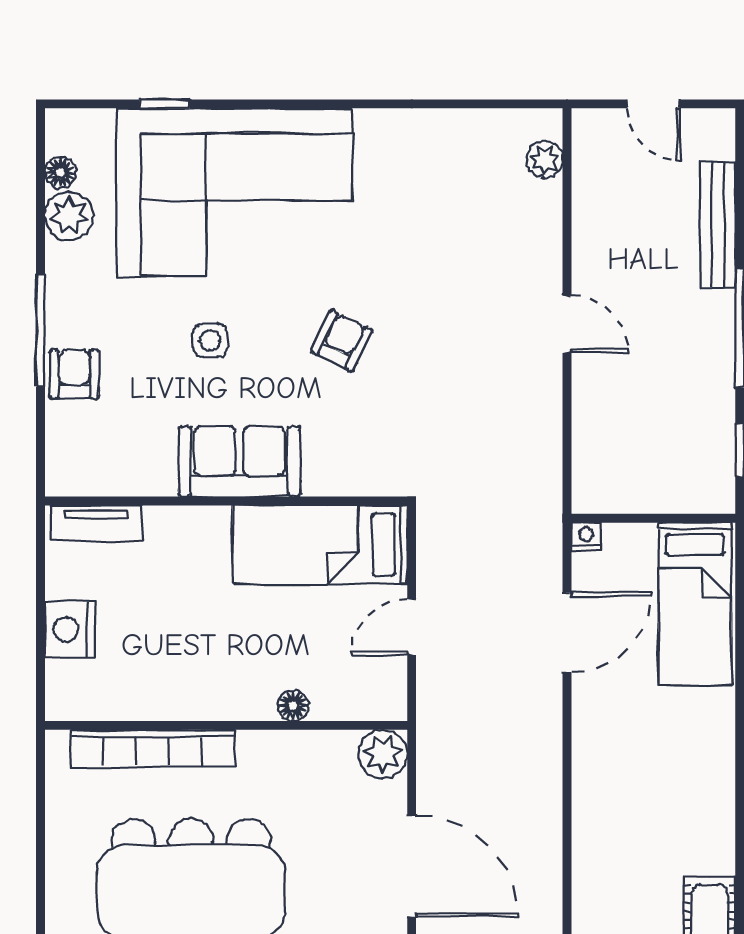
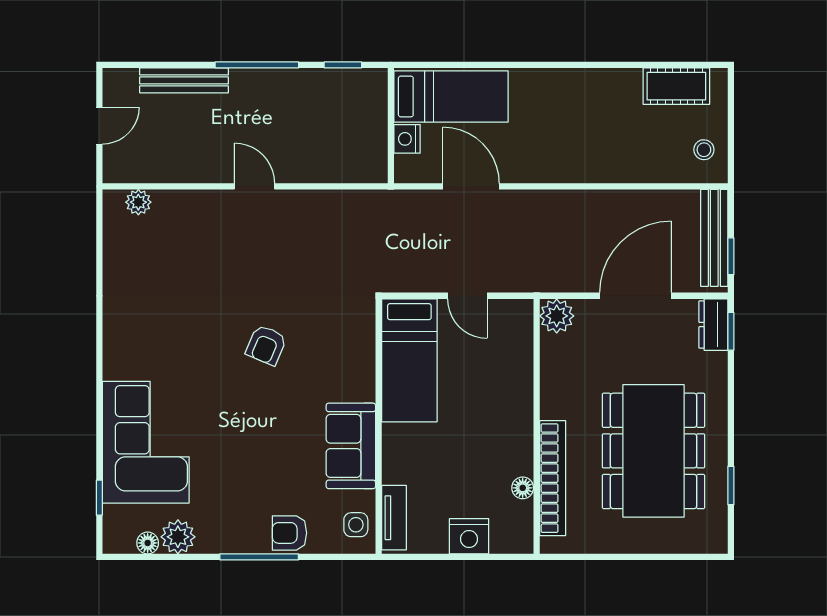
window: (165, 104) -> (99, 498), moved
corner sofa: (235, 192) -> (146, 442), width x0.73, depth x0.74
door: (567, 324) -> (254, 186), hinge flipped
side table: (210, 340) -> (356, 525), moved
armchair: (342, 341) -> (266, 345), turned -93
sofa: (239, 461) -> (351, 446), moved
nightstand: (586, 536) -> (407, 139), moved, width x1.39, depth x1.35
floor lamp: (293, 706) -> (523, 488), moved

